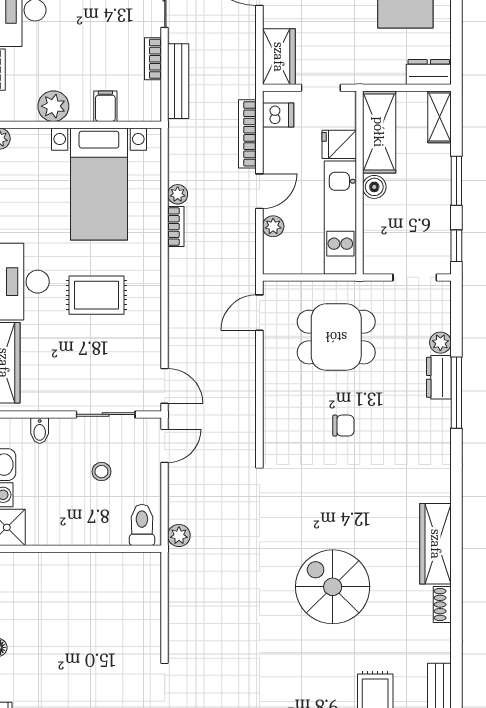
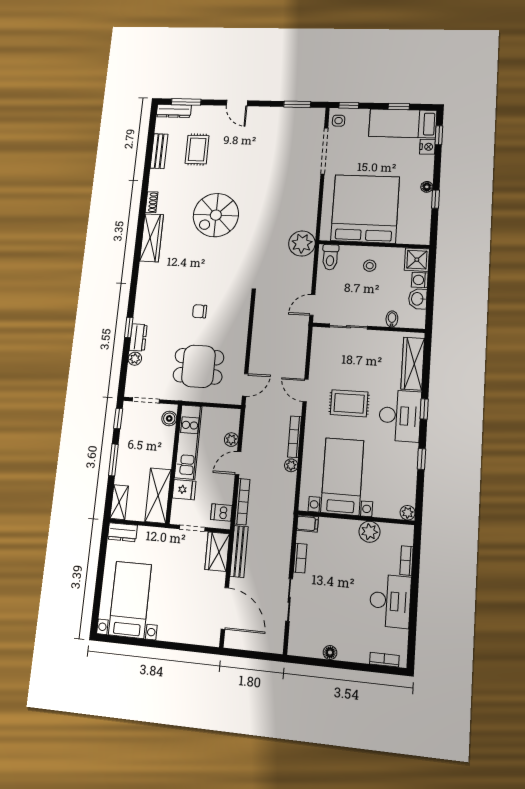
bench: (178, 81) -> (239, 551), moved
filing cabinet: (105, 106) -> (308, 524), moved, turned -90
boiler: (374, 187) -> (169, 418), moved
bookcase: (176, 227) -> (295, 437), width x1.56
door: (165, 386) -> (306, 390), moved
window: (456, 393) -> (129, 327), width x0.46
stool: (101, 472) -> (370, 266), moved
plant: (179, 535) -> (302, 244), width x1.88, depth x1.88
spiral stairs: (333, 587) -> (216, 215), turned 90
bed: (92, 607) -> (365, 209), added

